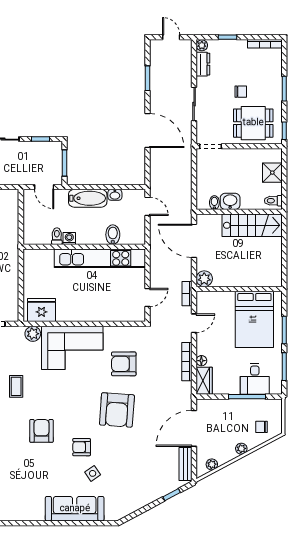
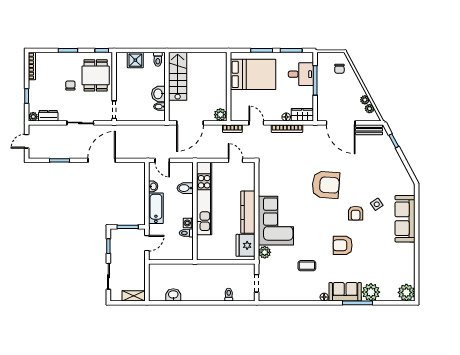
door: (147, 206) -> (162, 160), swing flipped
kitchen counter: (83, 313) -> (248, 212), added
armchair: (124, 364) -> (289, 179), removed
plant: (241, 449) -> (365, 100), moved

